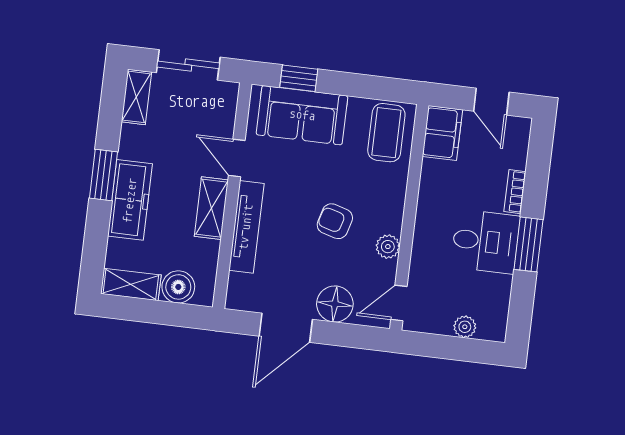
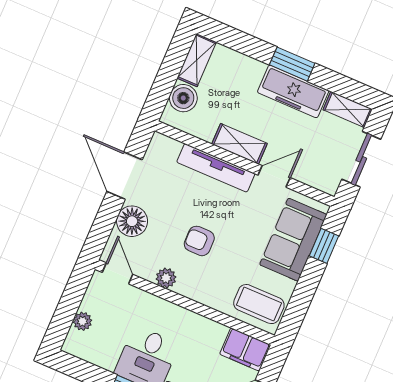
freezer: (130, 200) -> (293, 91), moved
armchair: (335, 221) -> (199, 241), turned -106

